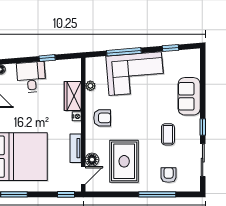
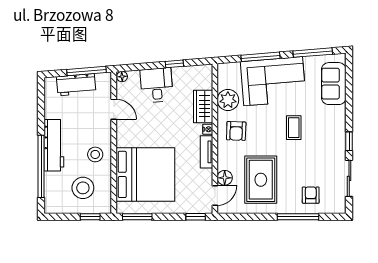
window: (170, 48) -> (313, 53), width x2.17
plant: (90, 86) -> (228, 100), width x1.88, depth x1.88
sofa: (189, 96) -> (334, 84), moved
armchair: (102, 118) -> (236, 131), turned 92
coffee table: (168, 134) -> (294, 128), moved
tv unit: (76, 148) -> (206, 152), moved

